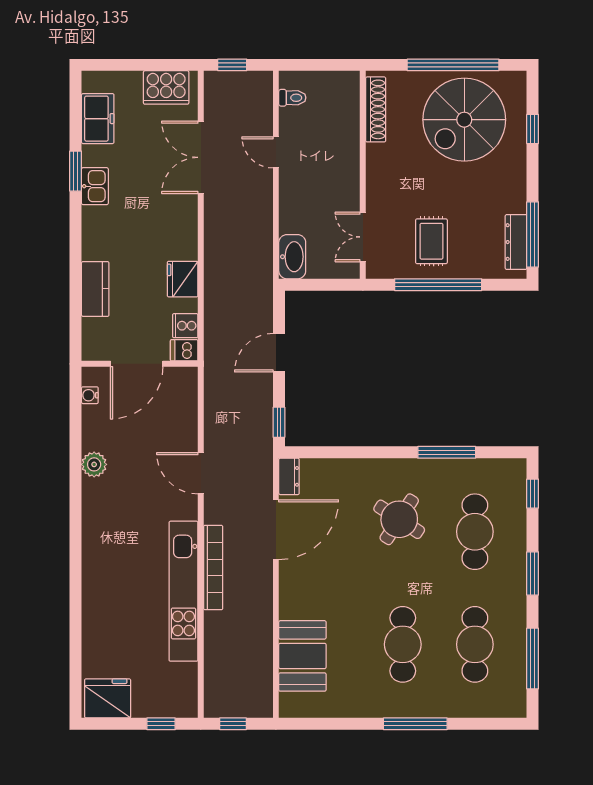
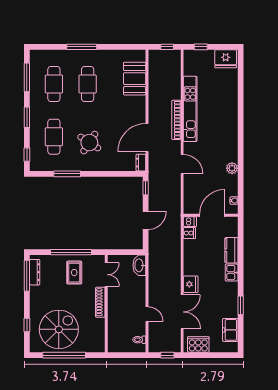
shoe rack: (376, 109) -> (100, 302), moved
kitchen sink: (95, 186) -> (232, 273), moved
fridge: (183, 279) -> (191, 284), moved

